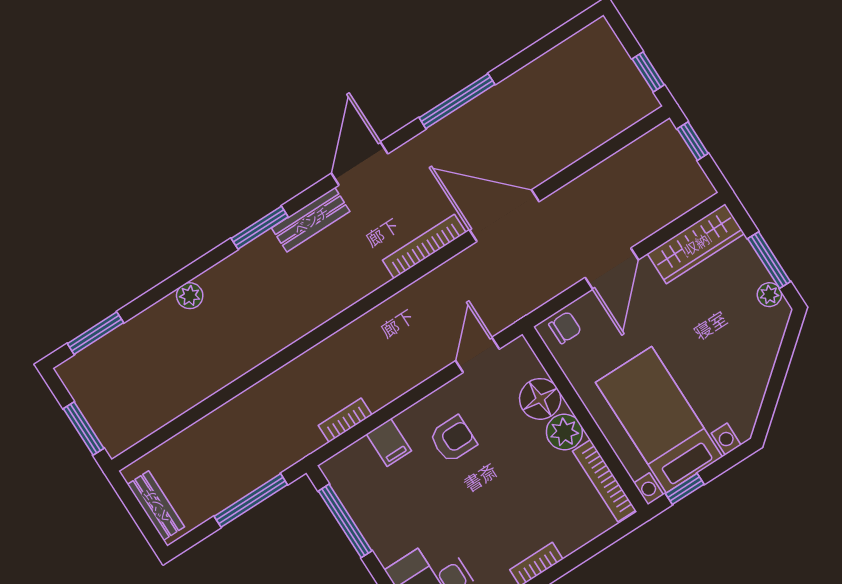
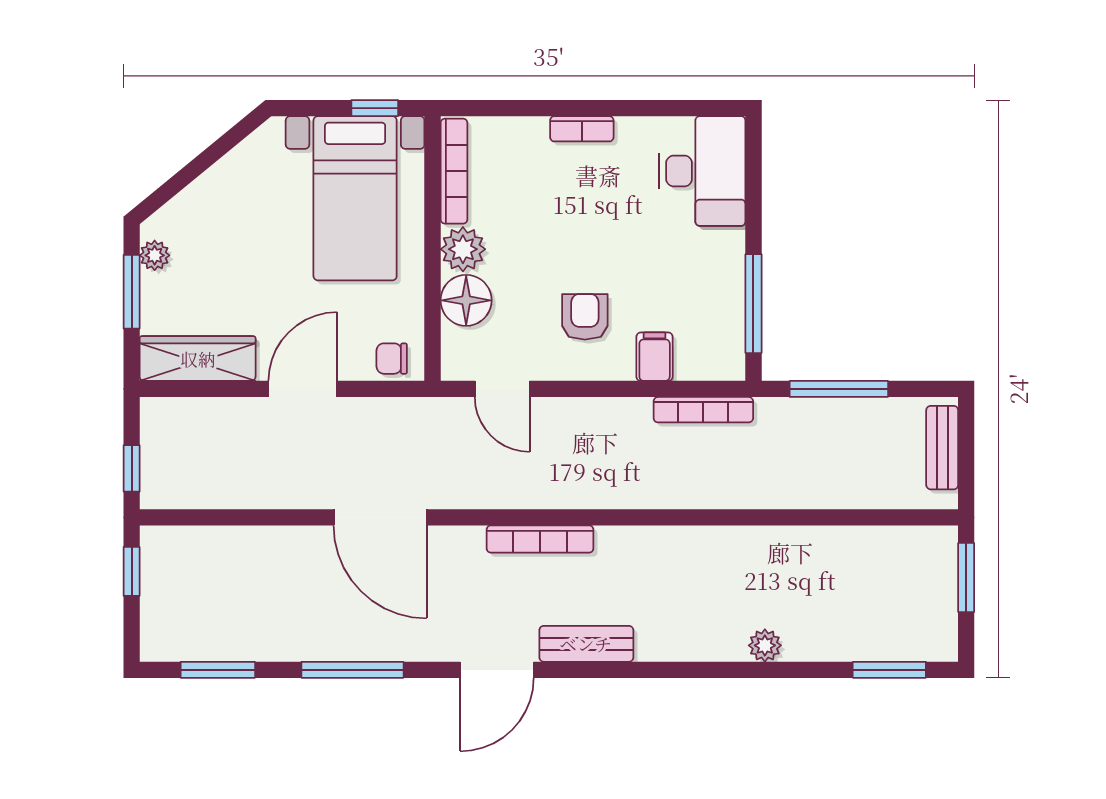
window: (260, 228) -> (218, 670), moved
bookcase: (424, 246) -> (540, 539), moved
door: (477, 355) -> (502, 389), hinge flipped
bookcase: (345, 420) -> (703, 410), width x1.56
armchair: (453, 439) -> (585, 317), turned 90

